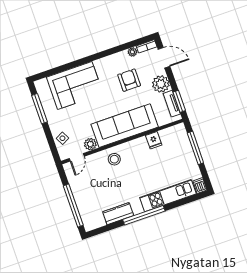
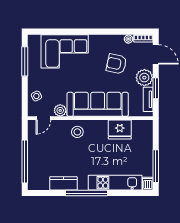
armchair: (129, 80) -> (116, 64), turned -78
window: (179, 101) -> (156, 88), moved
fridge: (154, 140) -> (120, 130), width x1.88, depth x1.34
window: (195, 148) -> (156, 166), moved

